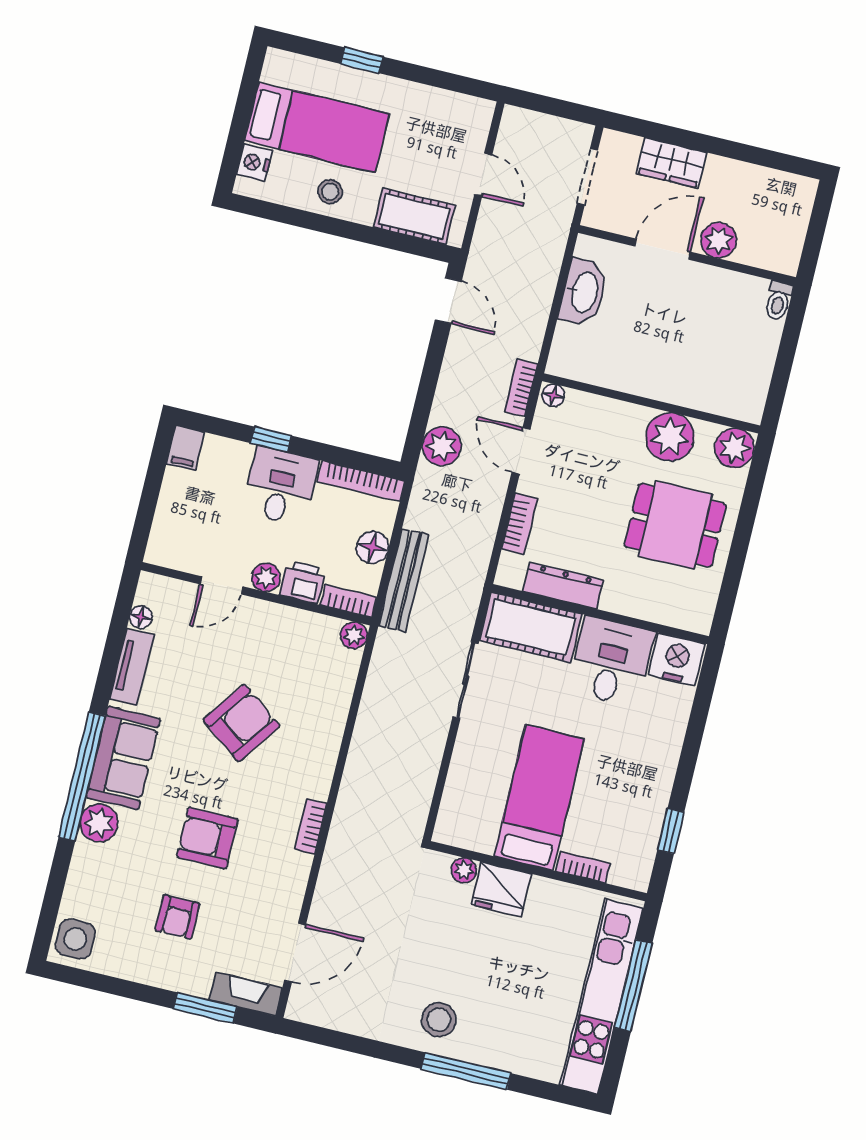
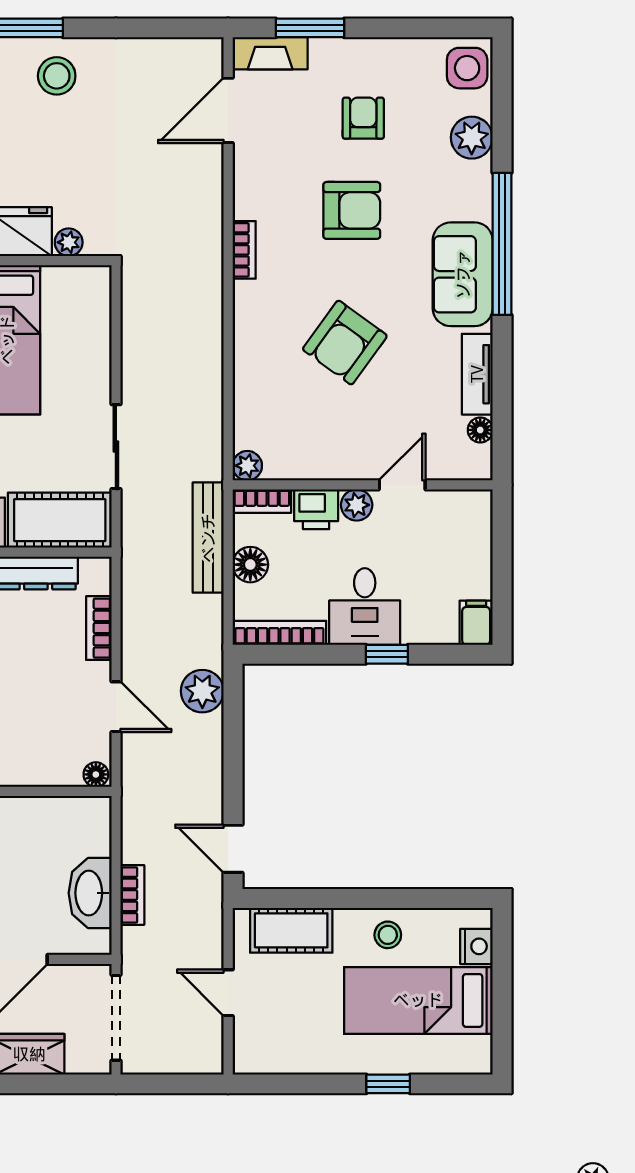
doorway: (587, 177) -> (116, 1018), width x1.38
bookcase: (521, 388) -> (132, 895), moved
plant: (99, 823) -> (472, 138), moved

